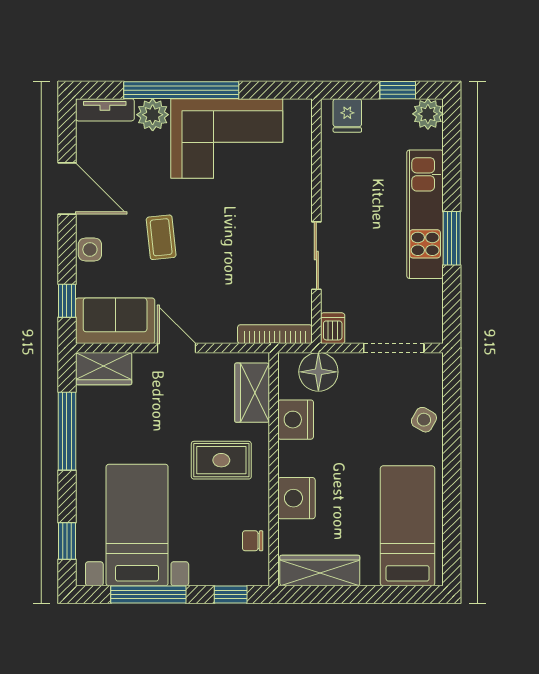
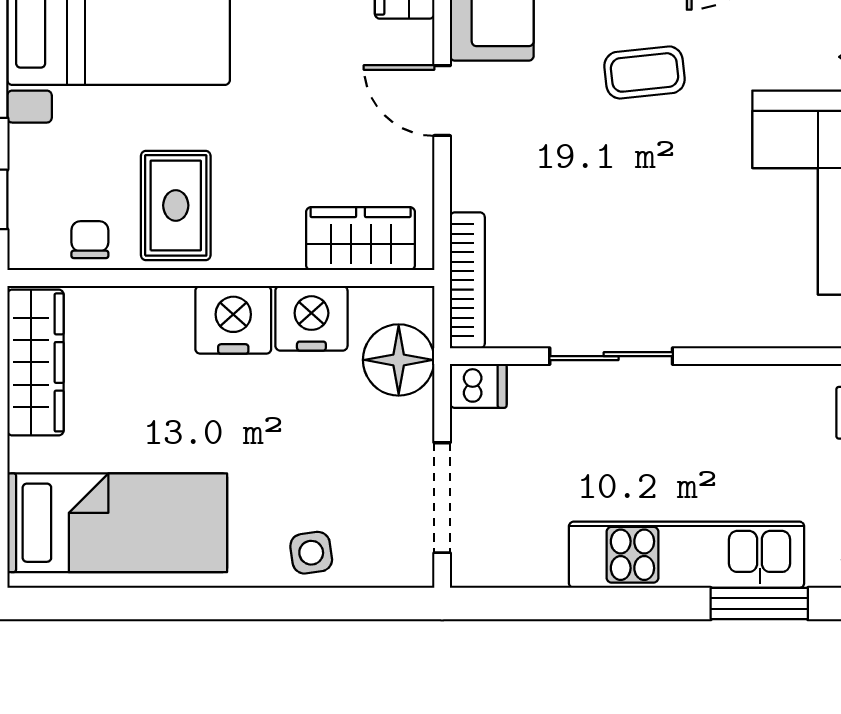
window: (452, 238) -> (759, 604), moved
door: (176, 348) -> (442, 101), swing flipped
side table: (424, 420) -> (311, 553), turned -38
rug: (221, 460) -> (176, 205), moved
nightstand: (296, 498) -> (233, 320), moved

